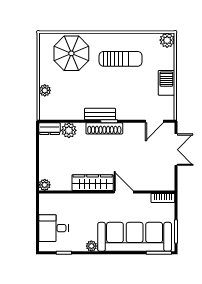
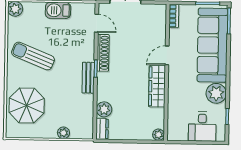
sun lounger: (121, 59) -> (33, 56), turned -68
shoe rack: (104, 128) -> (103, 53), moved
plant: (91, 246) -> (216, 93), width x1.88, depth x1.88

